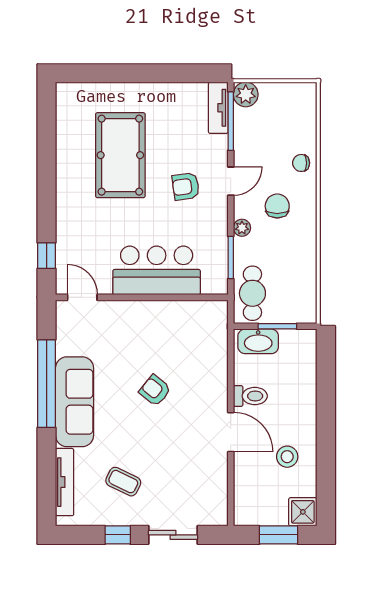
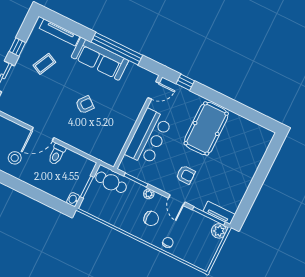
pool table: (120, 155) -> (206, 128), moved, turned 90
armchair: (186, 186) -> (186, 175), turned 98
washbasin: (258, 341) -> (73, 199), moved, width x0.52, depth x0.69

